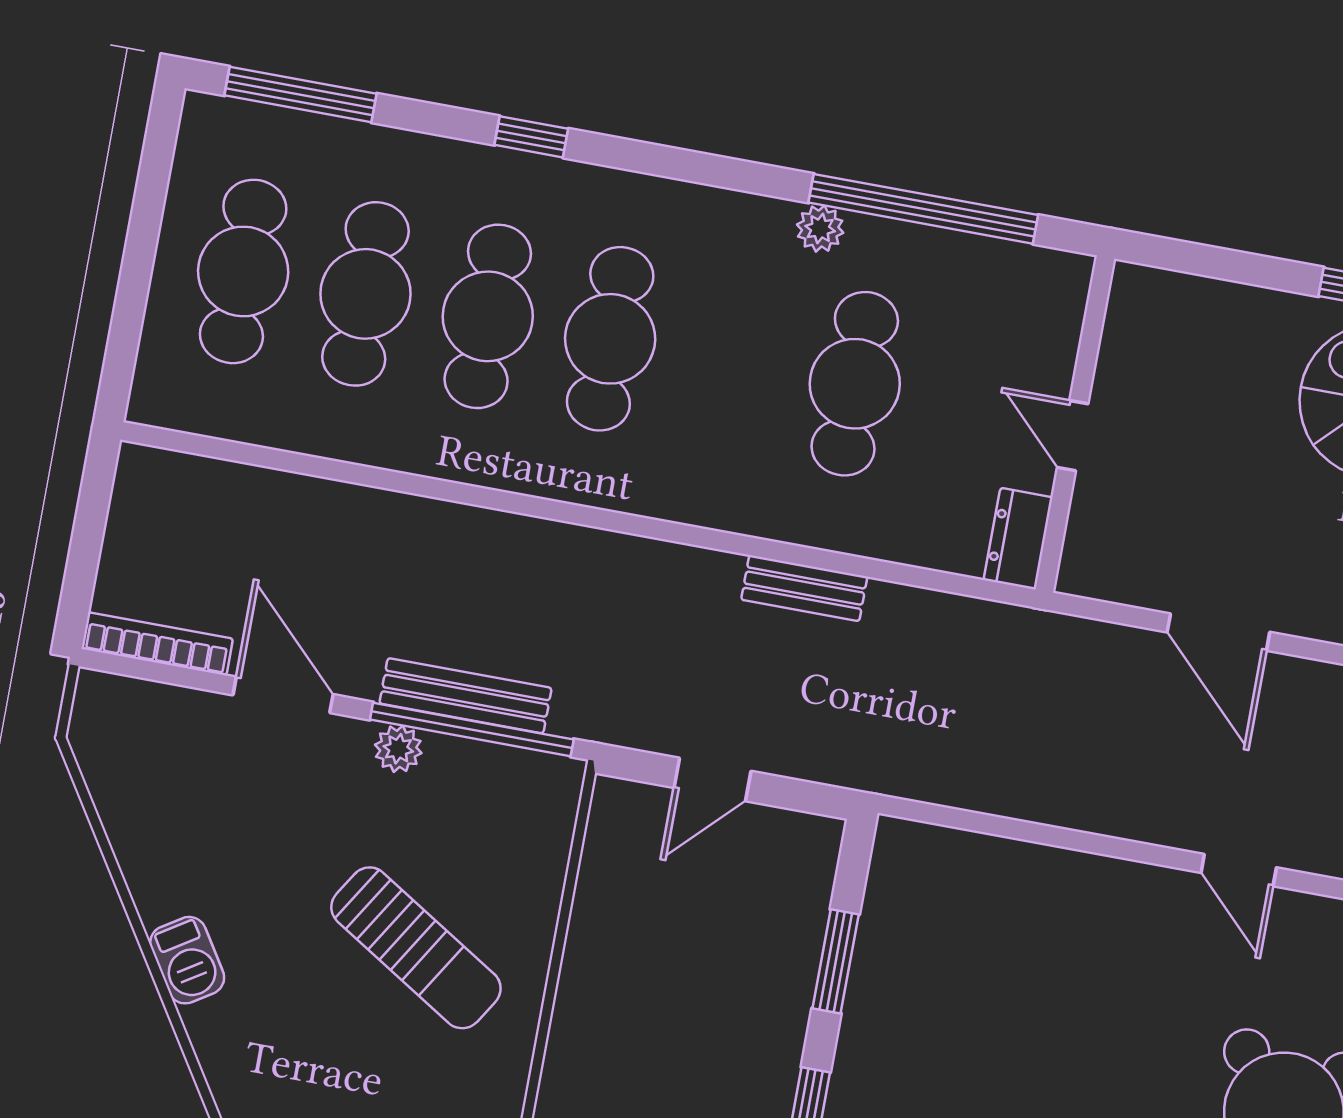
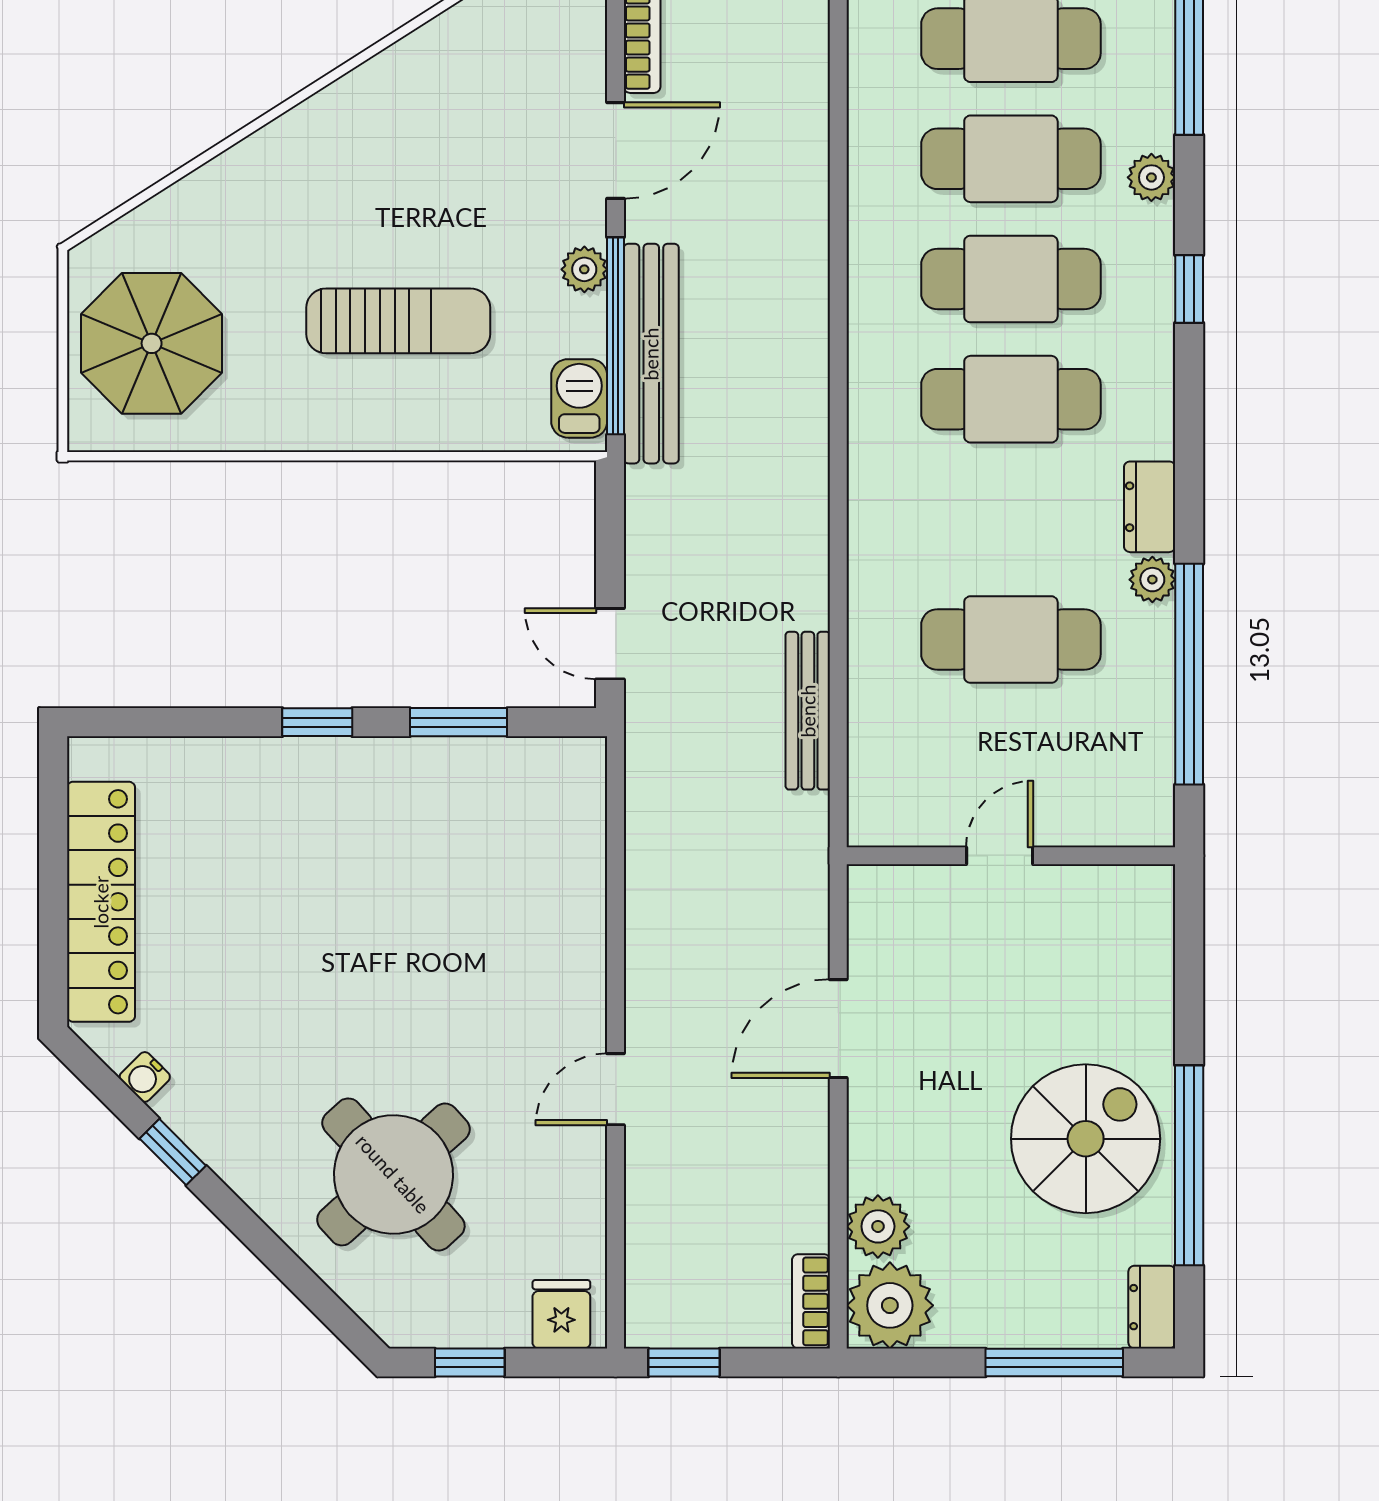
plant: (411, 154) -> (1151, 177), added
dresser: (1018, 539) -> (1150, 507), moved, turned -90
bench: (804, 588) -> (808, 711), moved, width x1.36
bench: (466, 696) -> (651, 354), width x1.37, depth x1.21
door: (712, 779) -> (610, 644), moved
sun lounger: (416, 948) -> (398, 321), turned -122
barbecue: (187, 960) -> (579, 398), moved, turned 122

